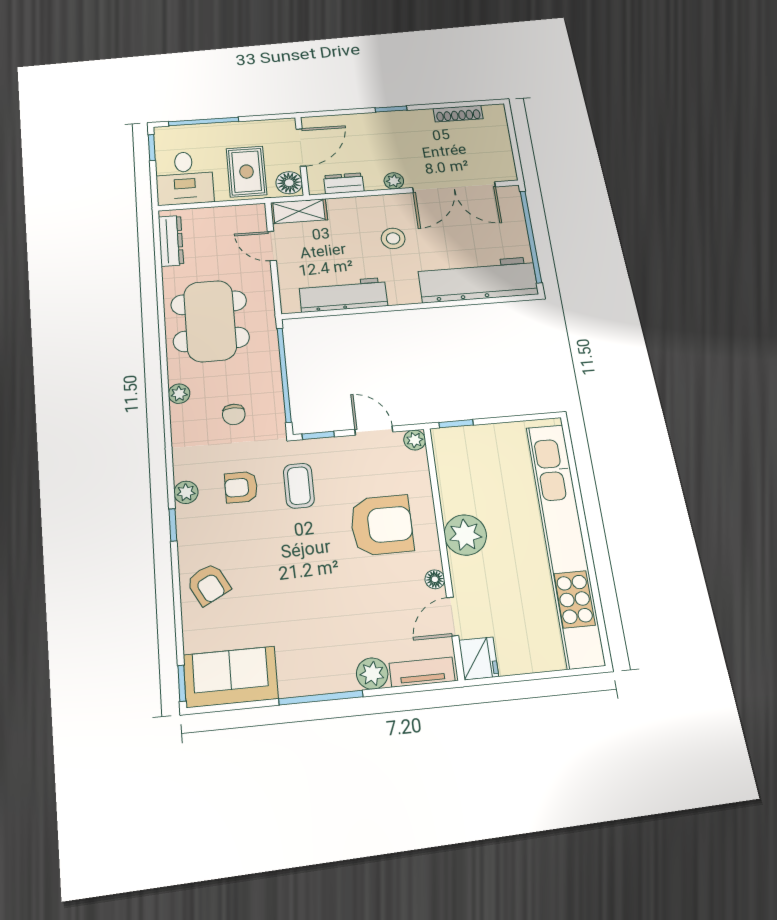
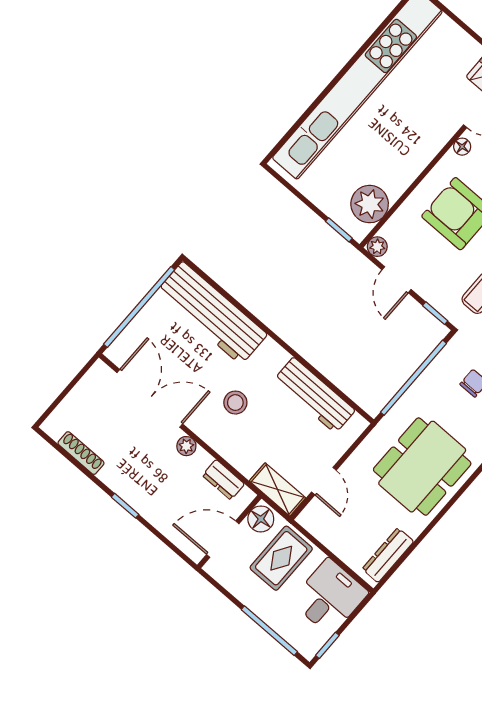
plant: (465, 535) -> (370, 204), moved

